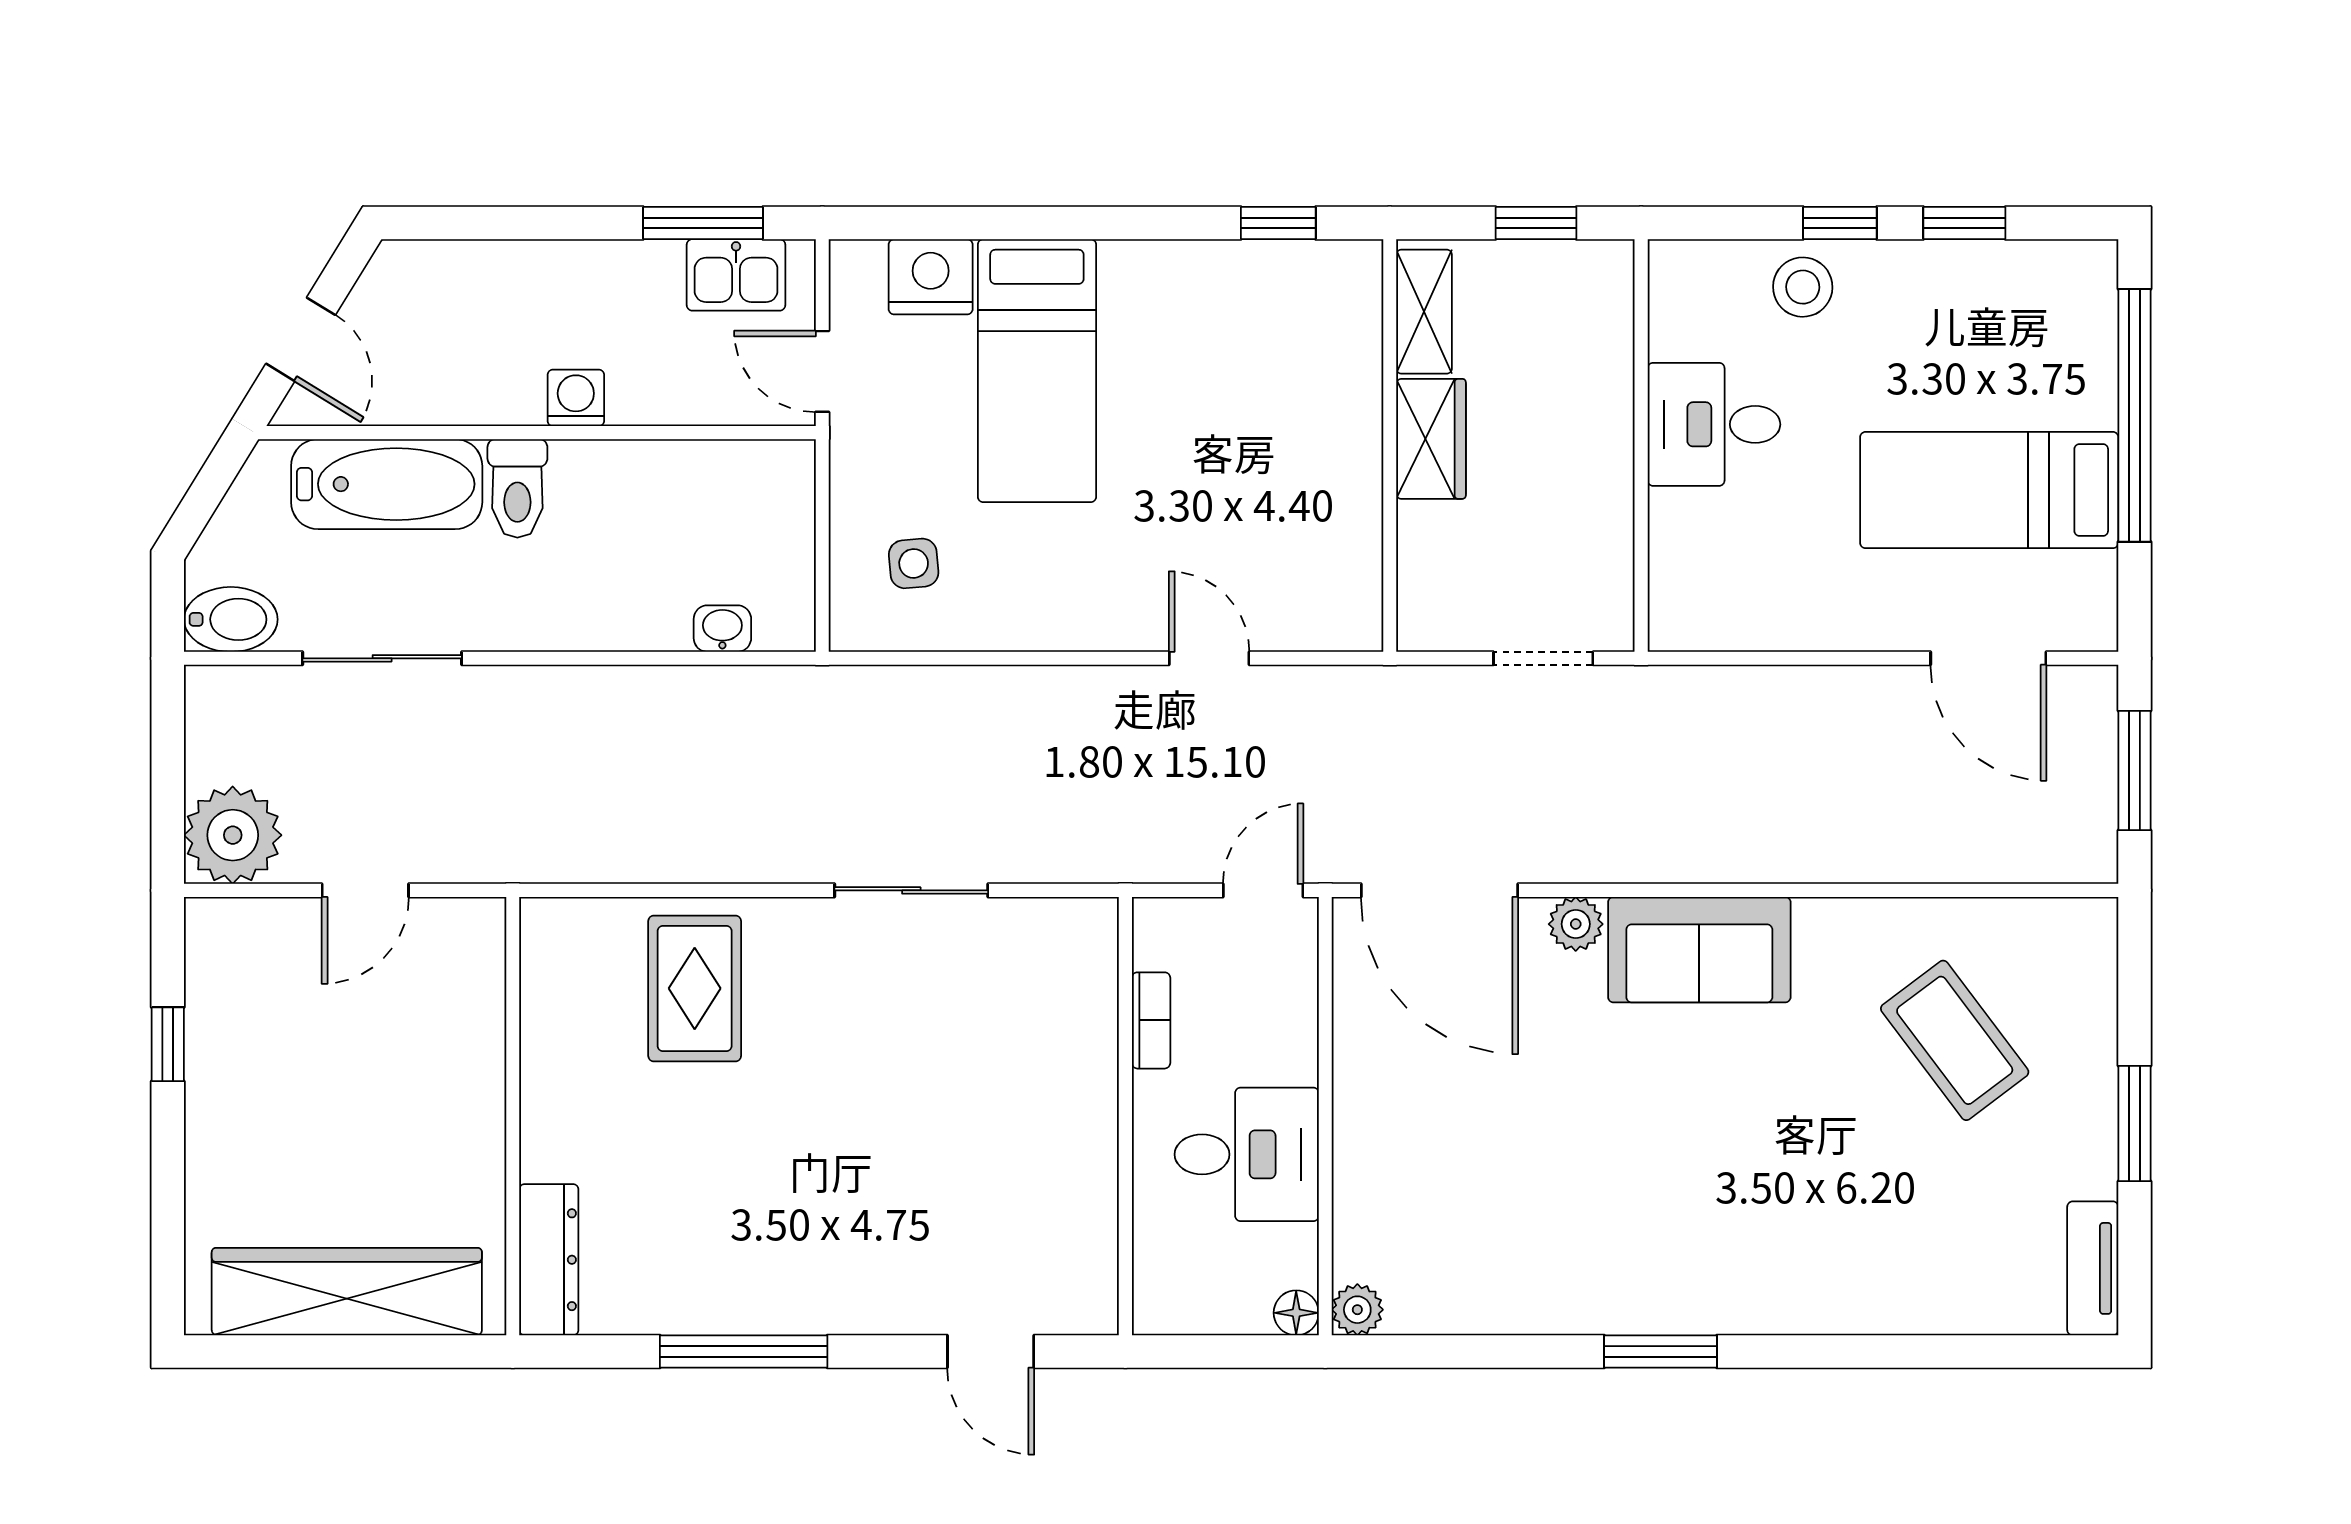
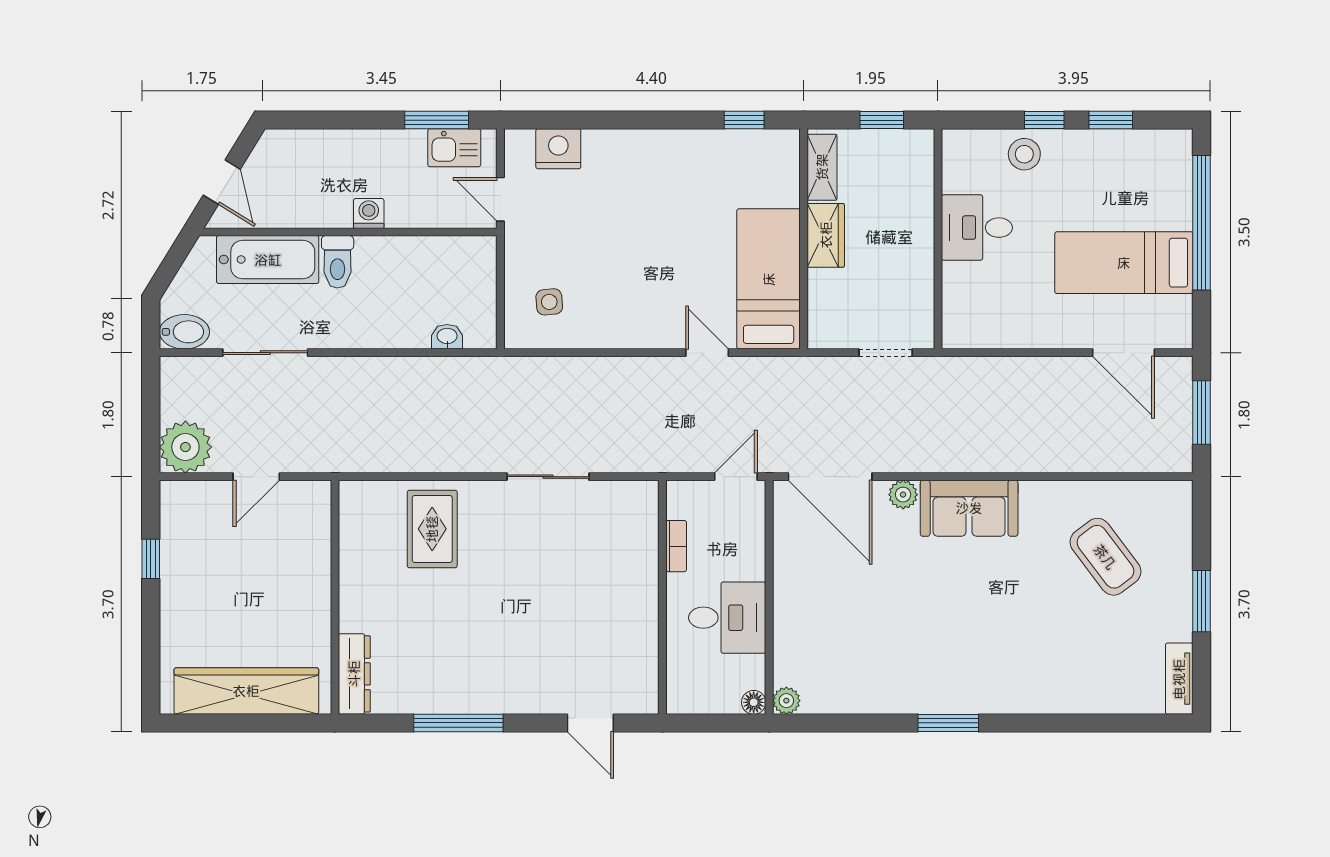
bed: (1037, 371) -> (769, 279), moved, turned 180

